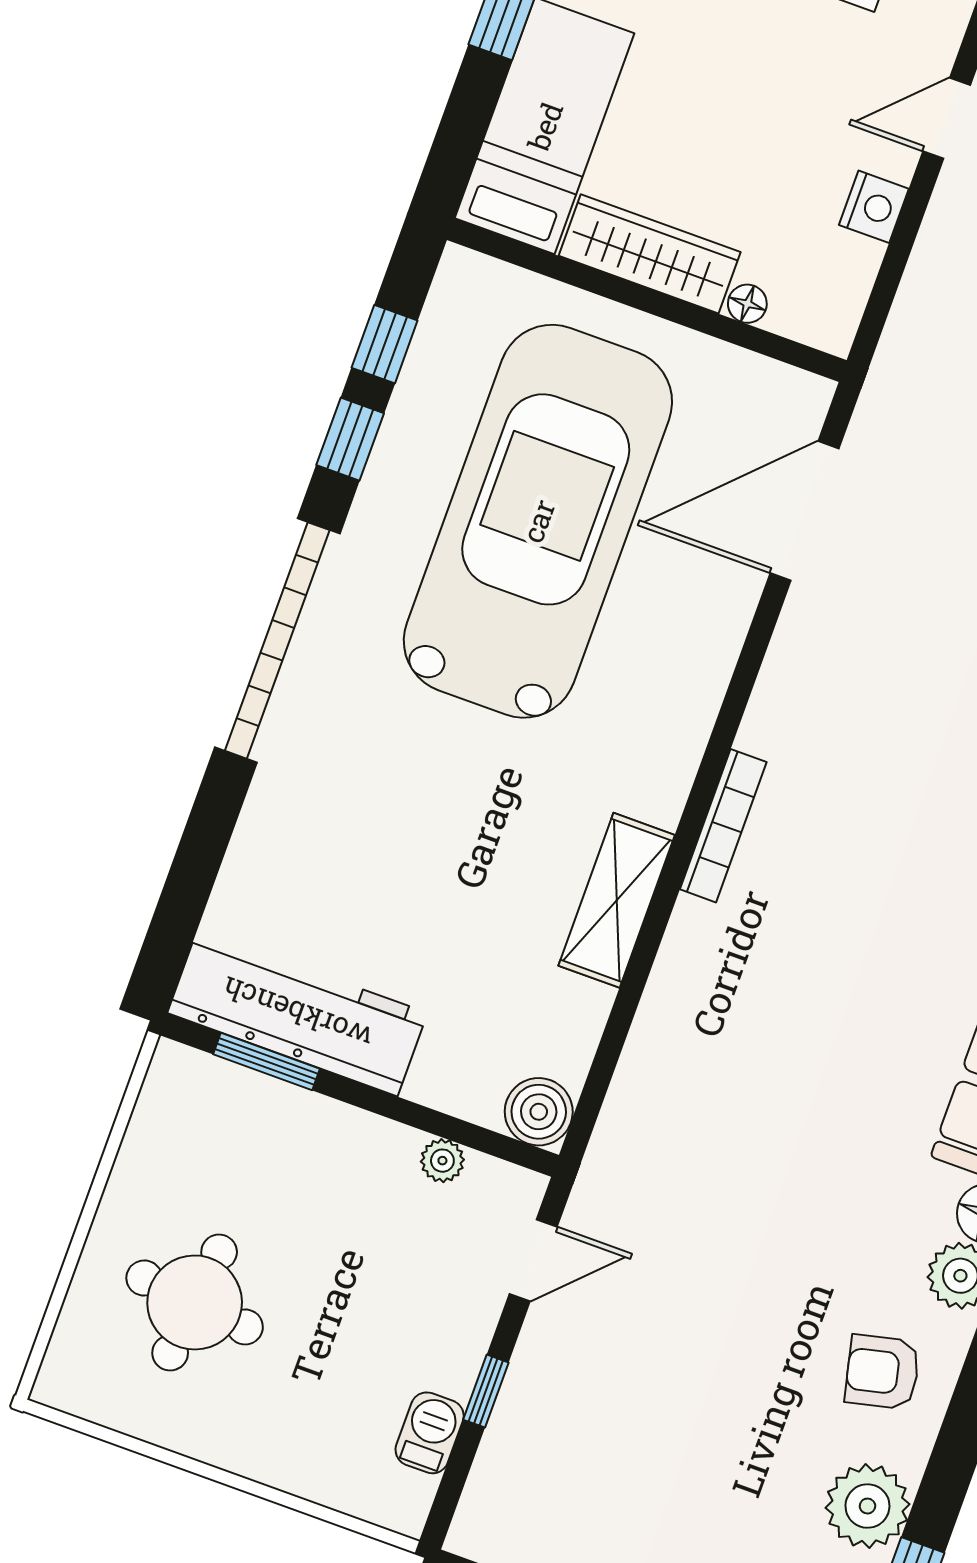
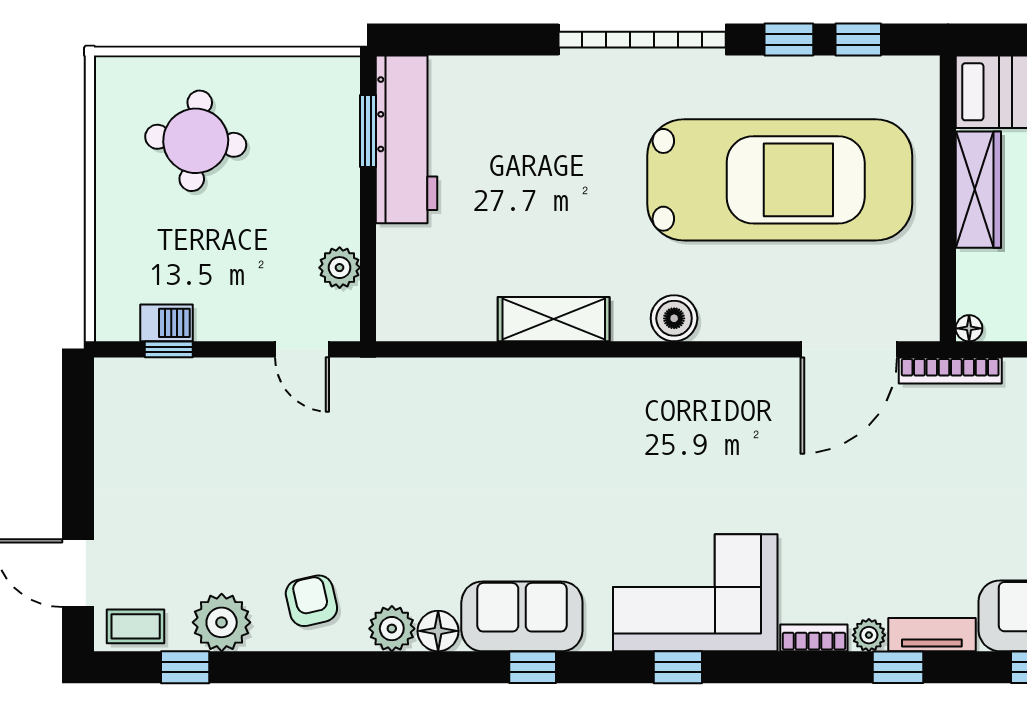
floor lamp: (747, 304) -> (969, 328), moved
door: (805, 511) -> (849, 349), swing flipped
bookcase: (723, 826) -> (950, 370), moved
boiler: (539, 1112) -> (674, 318), moved
plant: (442, 1161) -> (340, 268), width x1.38, depth x1.38
window: (486, 1391) -> (169, 349), moved

